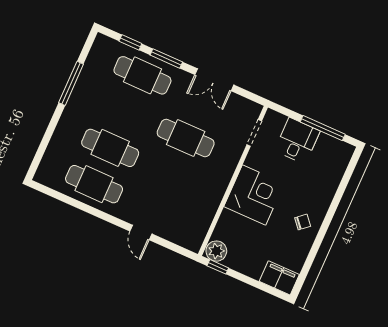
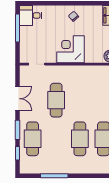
desk: (297, 141) -> (31, 15), moved

